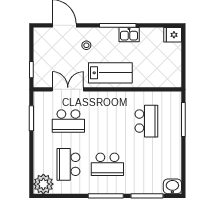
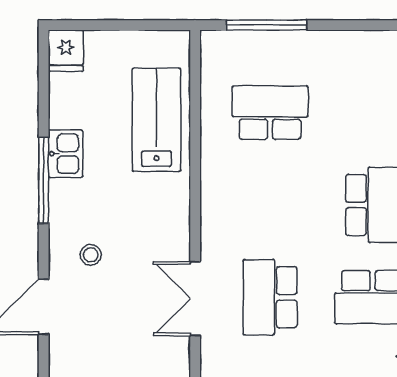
lab bench: (110, 73) -> (156, 120), moved
school desk: (68, 121) -> (270, 297), turned 180

